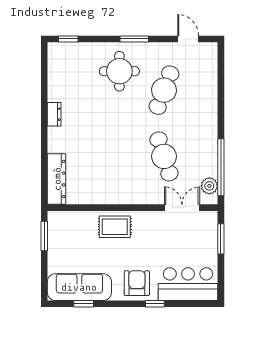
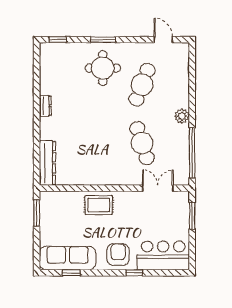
window: (134, 39) -> (103, 40), moved
plant: (209, 186) -> (182, 116), moved

